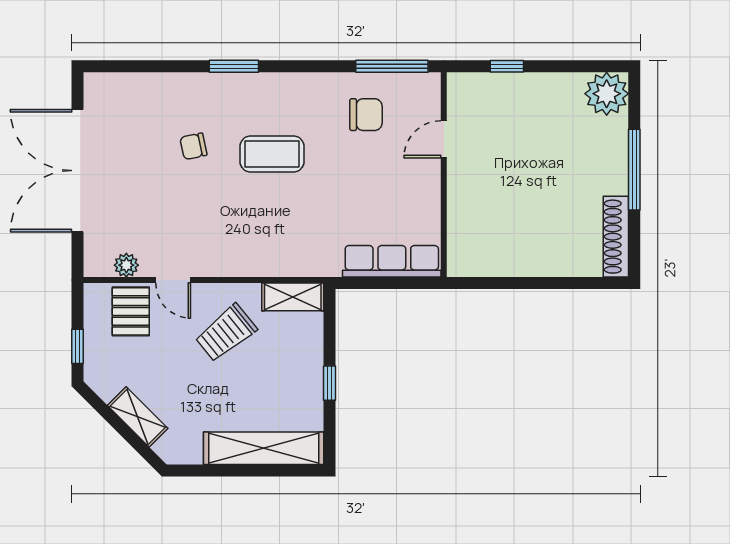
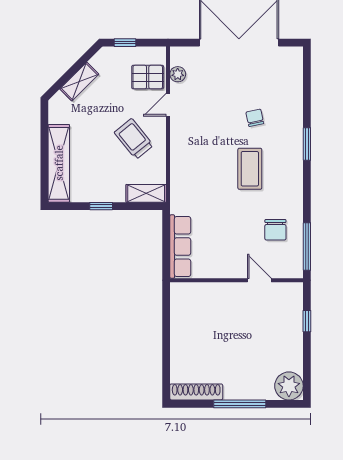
shelving: (293, 297) -> (146, 193), moved, turned 90

